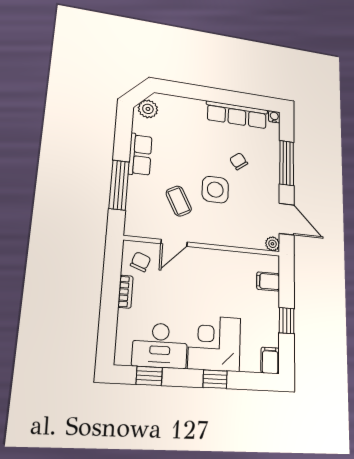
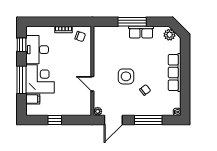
row of seats: (237, 115) -> (175, 72), moved
window: (119, 185) -> (132, 22), moved
coffee table: (179, 201) -> (117, 56), removed
door: (174, 243) -> (92, 84), moved
filing cabinet: (268, 281) -> (76, 109), removed
filing cabinet: (270, 360) -> (33, 99), moved
window: (215, 379) -> (21, 80), width x2.17

